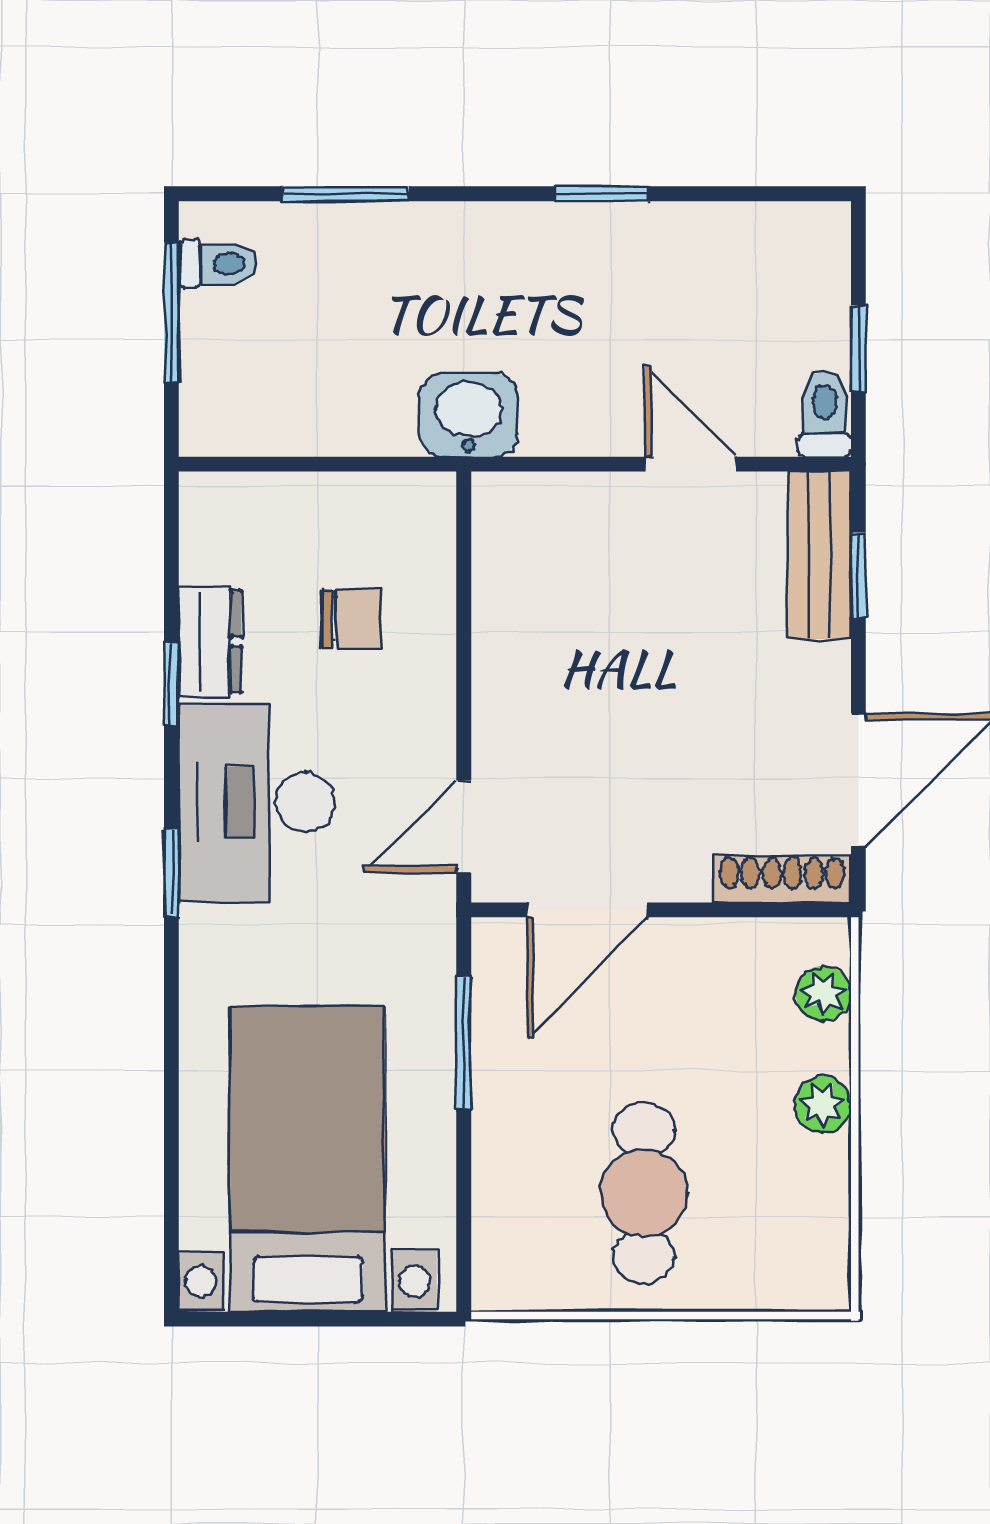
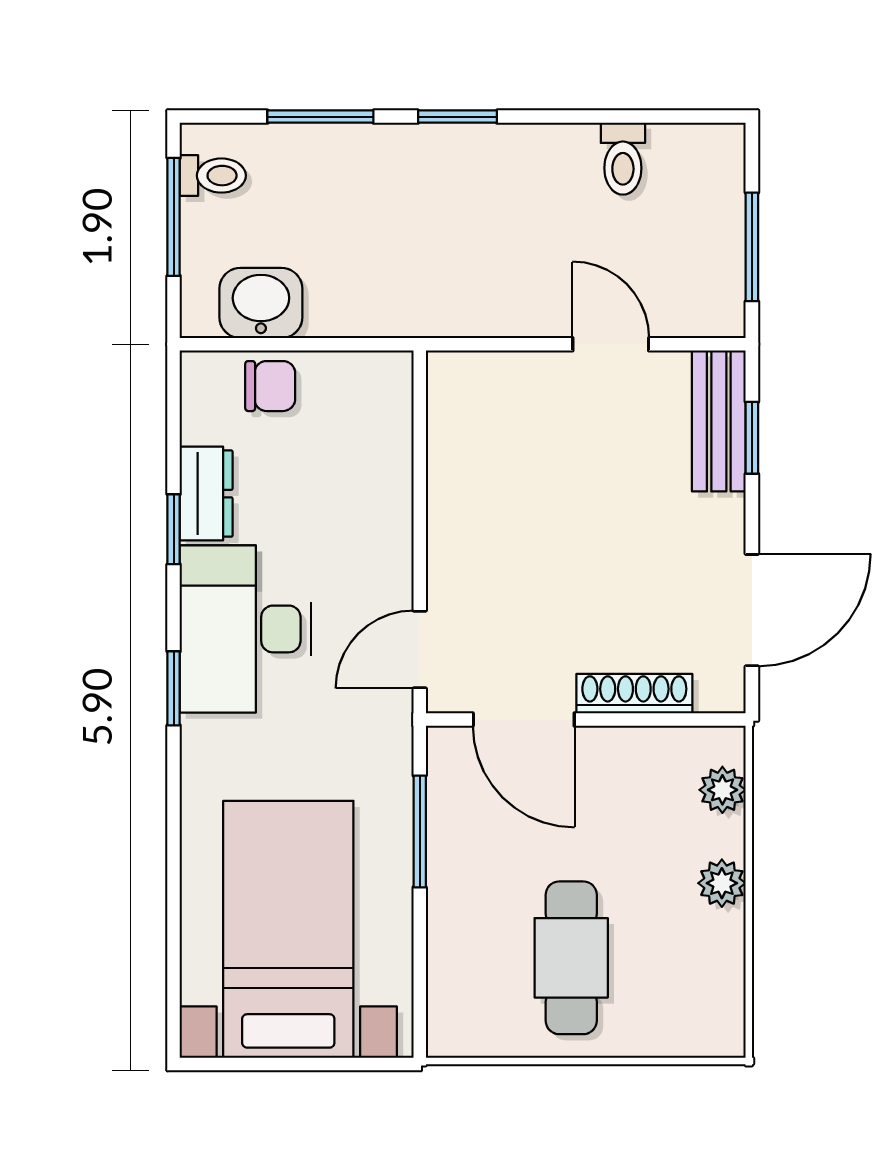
window: (602, 194) -> (457, 117), moved
window: (858, 349) -> (752, 247), width x1.50
toilet: (825, 414) -> (623, 159), moved, turned 180
washbasin: (469, 415) -> (261, 303), moved
chair: (352, 619) -> (270, 386), moved
shoe rack: (782, 879) -> (634, 694), moved
door: (587, 910) -> (524, 720), hinge flipped

